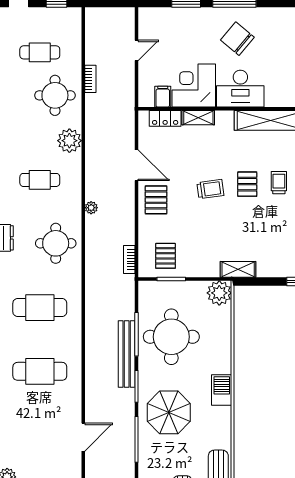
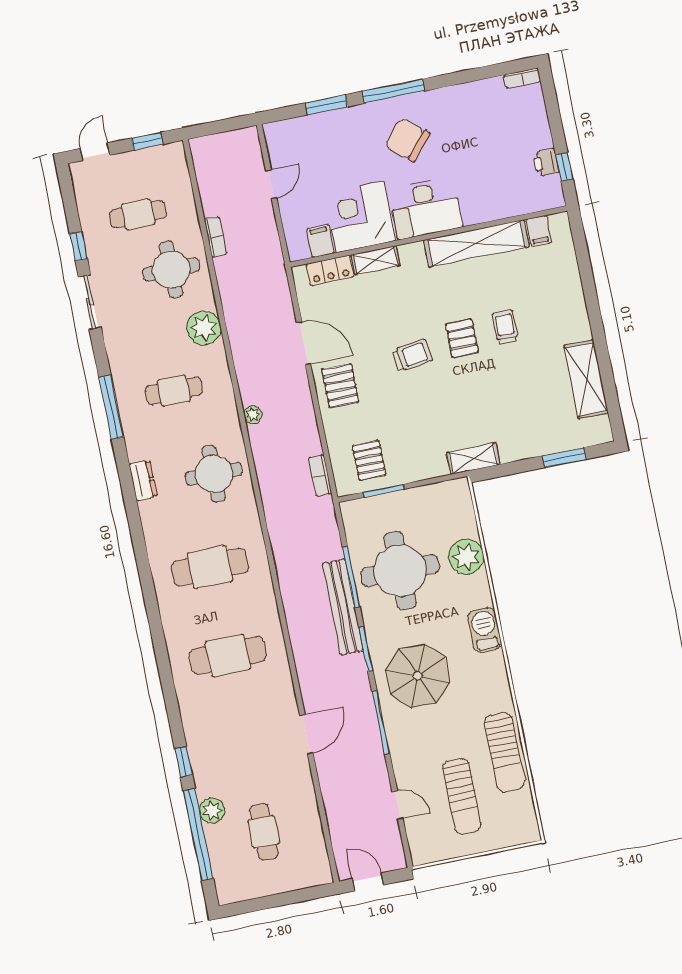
plant: (219, 293) -> (466, 557), moved

